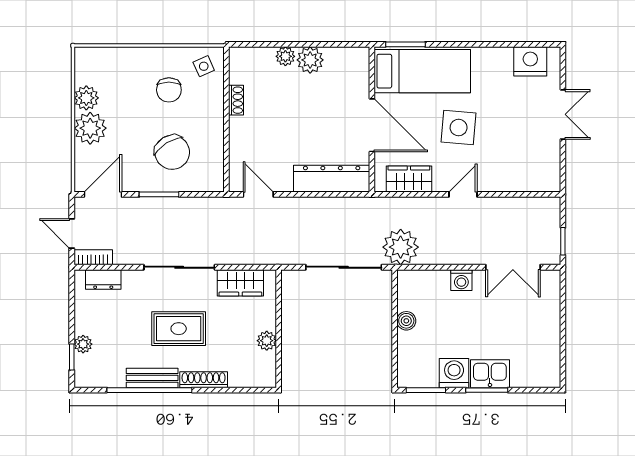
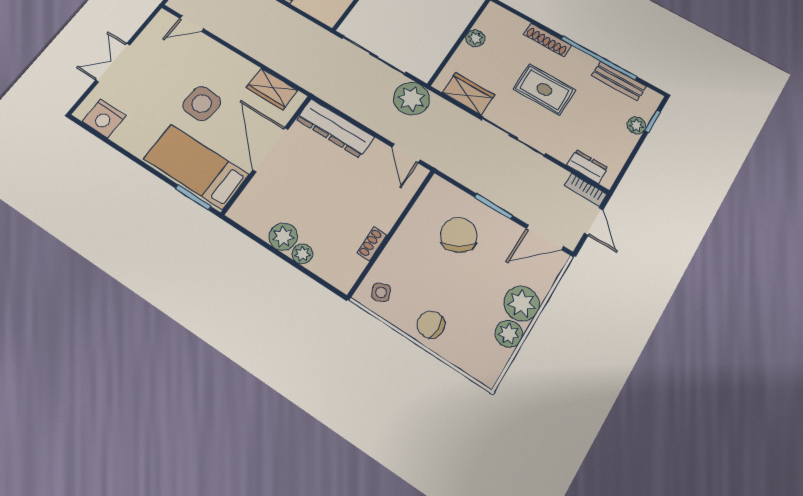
chair: (169, 90) -> (431, 324), moved, turned -90
door: (463, 194) -> (192, 24), moved
plant: (401, 247) -> (411, 99), moved
bench: (152, 378) -> (619, 81), moved

